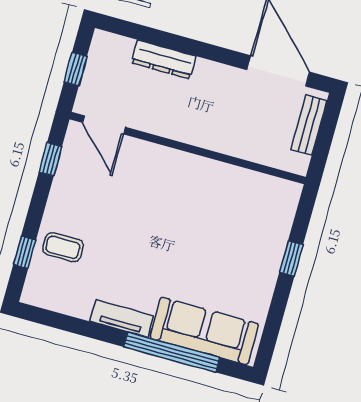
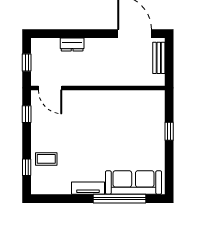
dresser: (164, 59) -> (72, 44), width x0.70

